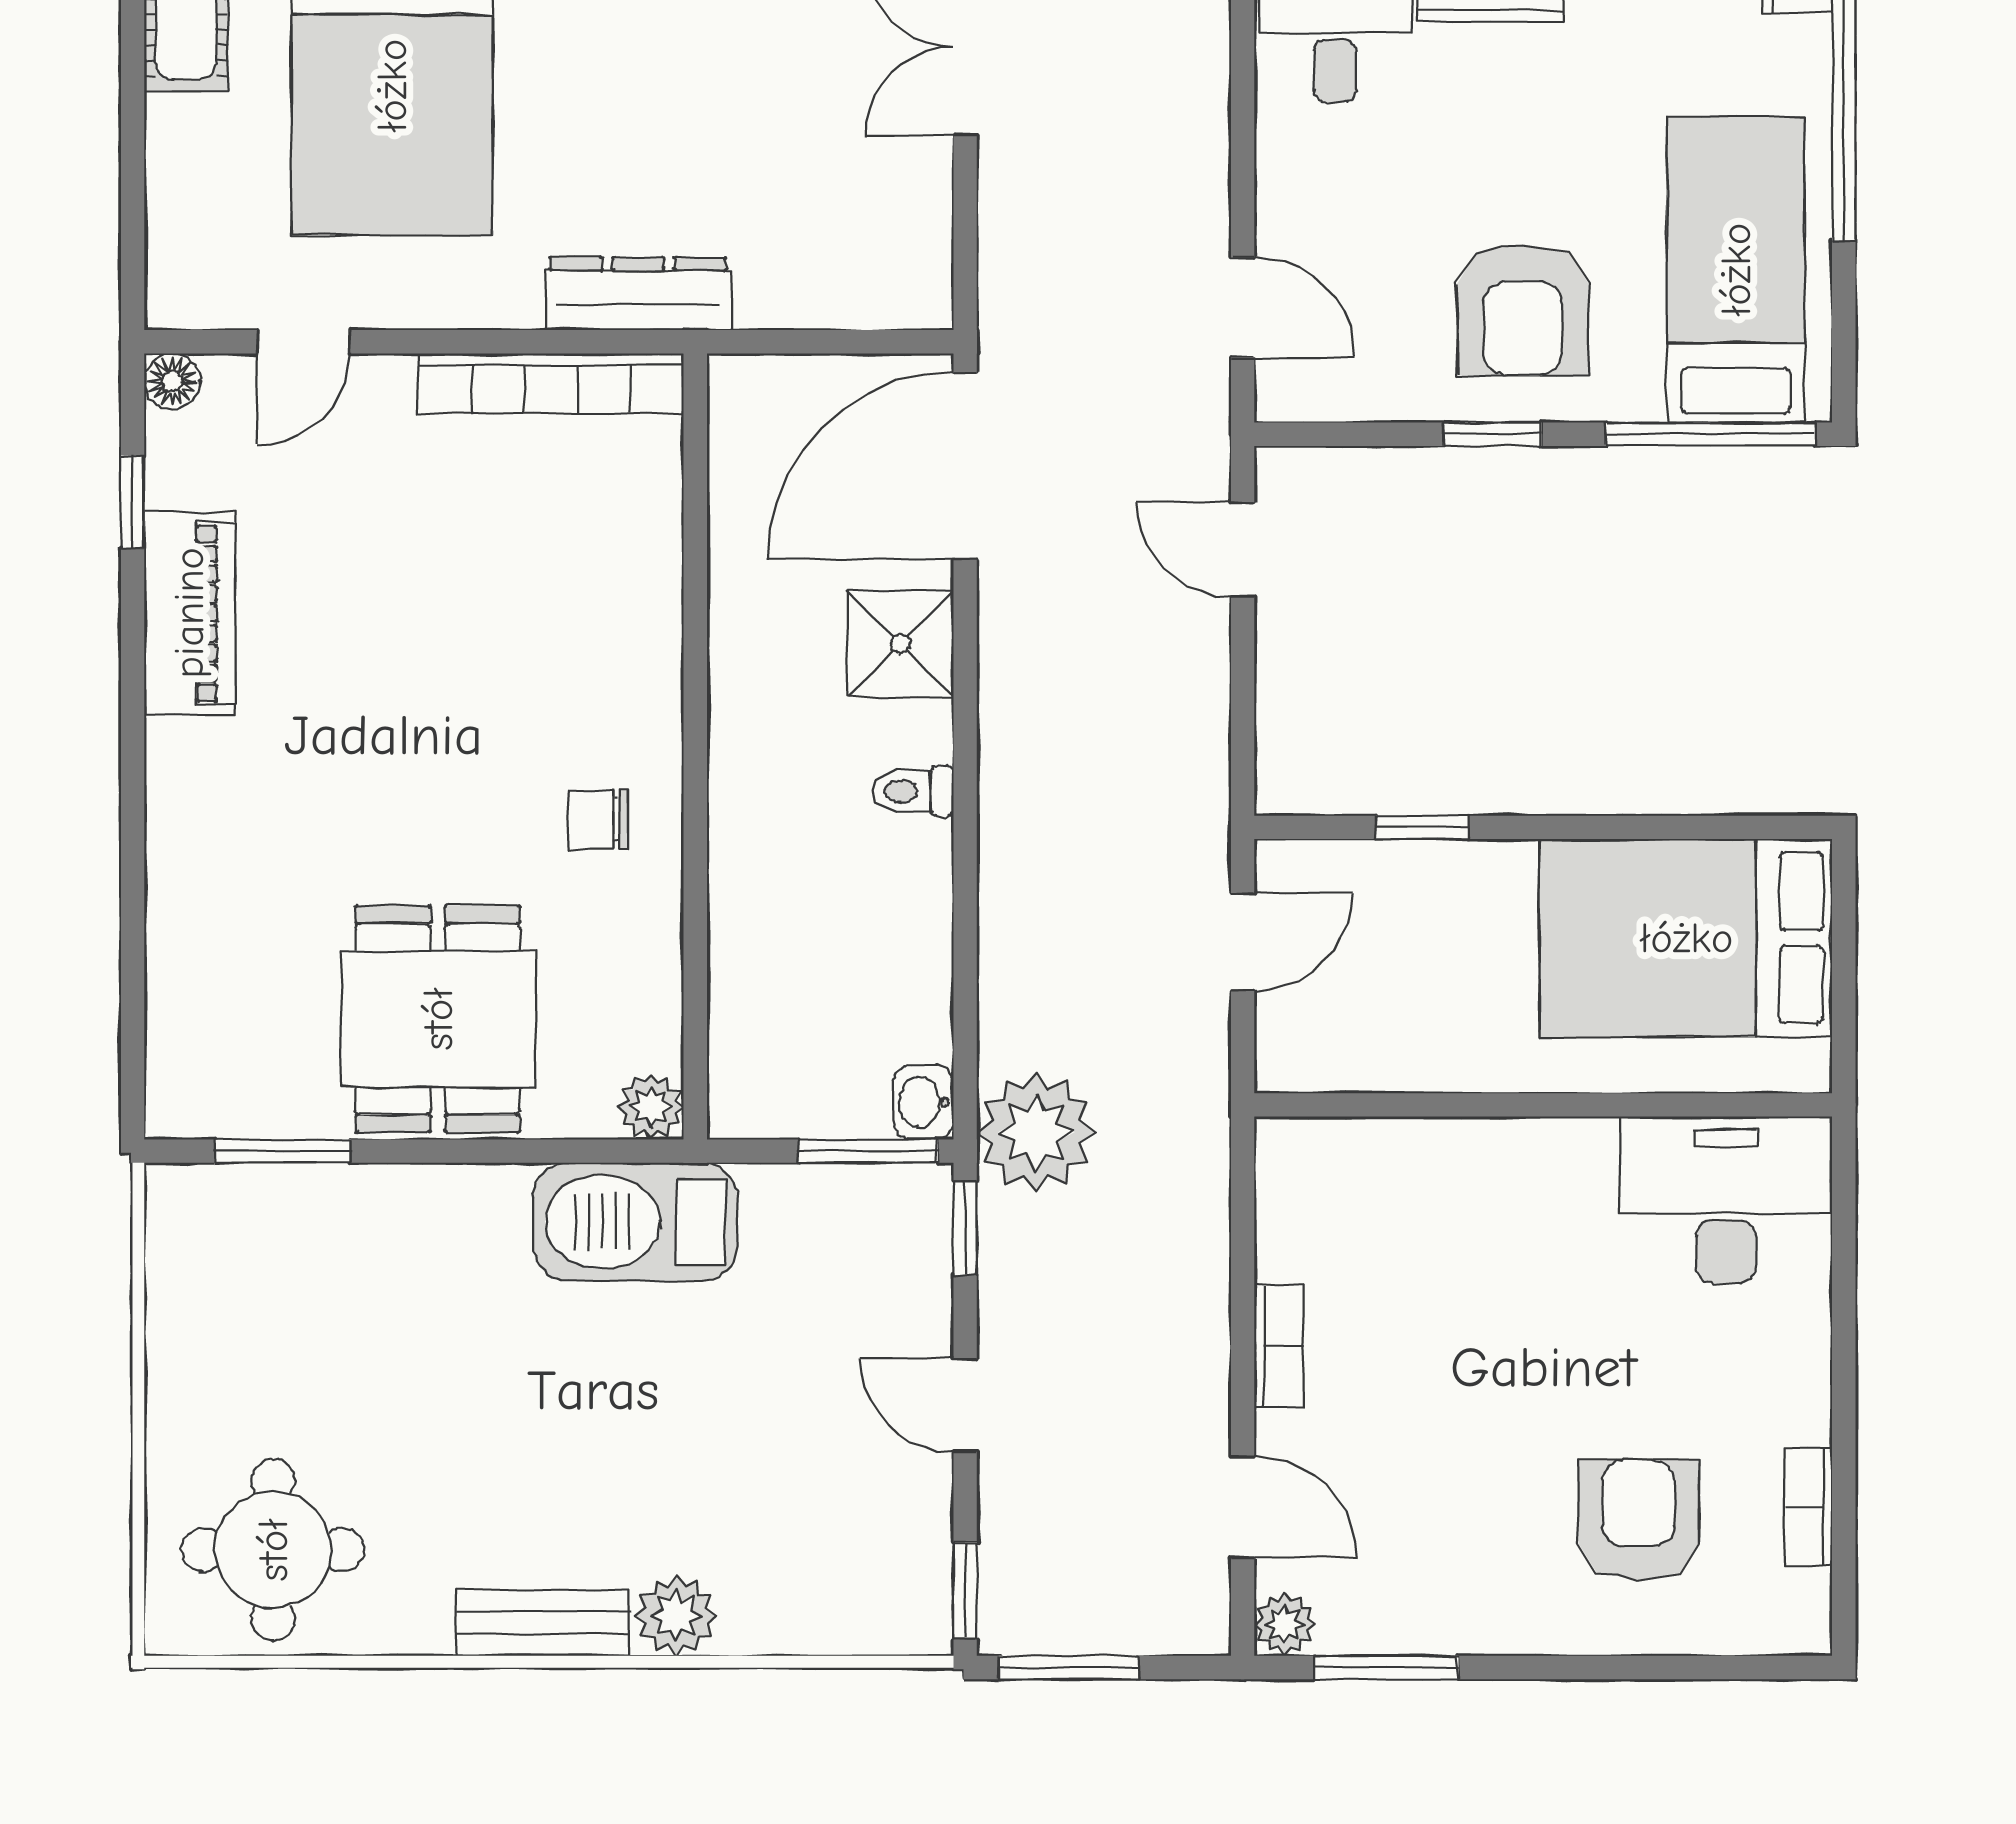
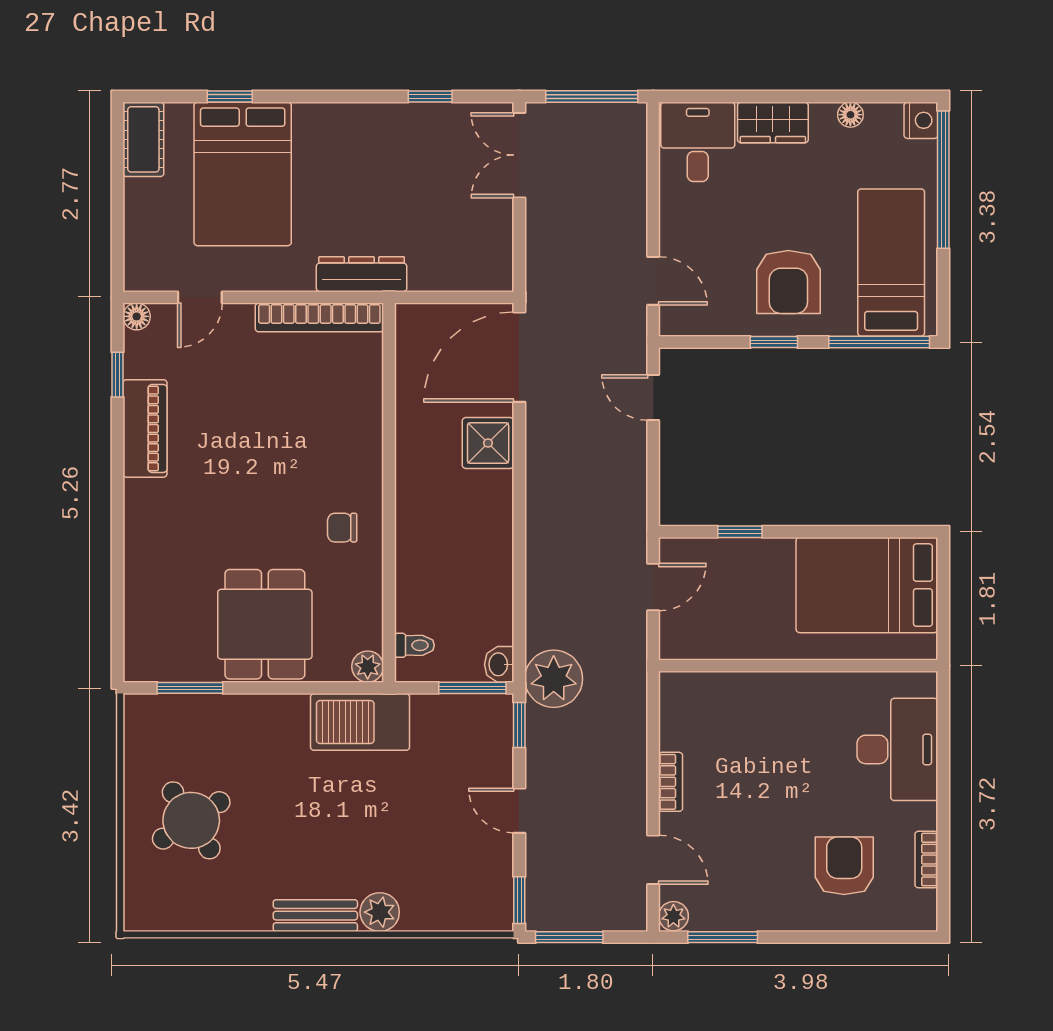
toilet: (912, 791) -> (414, 645), moved, turned 180
desk: (1726, 1200) -> (897, 749), moved, turned 90
round table: (273, 1550) -> (191, 820), moved, turned -33

